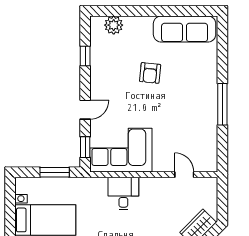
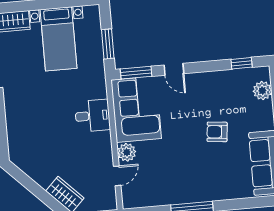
window: (85, 56) -> (242, 63), moved
window: (85, 147) -> (136, 73), width x1.50
plant: (162, 163) -> (127, 152), added

